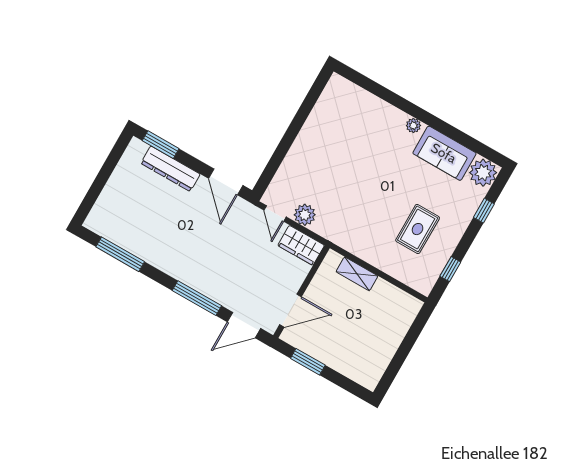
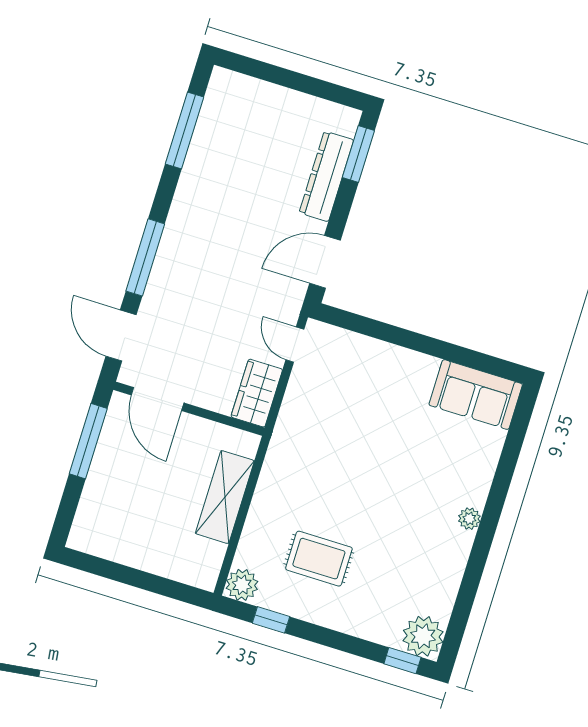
sofa: (444, 153) -> (476, 395), moved, turned -90
window: (484, 211) -> (402, 661), moved
door: (275, 214) -> (295, 345), hinge flipped
plant: (305, 215) -> (242, 585), moved
shelving: (357, 274) -> (225, 497), width x1.50, depth x1.33
window: (308, 362) -> (88, 441), width x1.44

